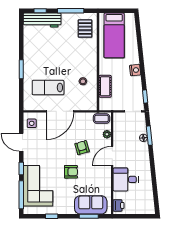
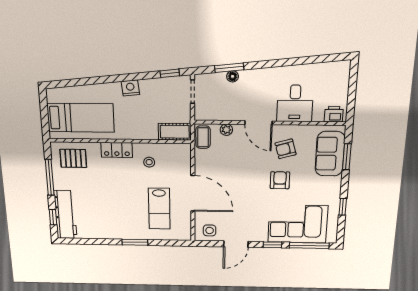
locker: (92, 59) -> (117, 150), added
cot: (105, 86) -> (175, 132), moved
armchair: (82, 148) -> (286, 149), moved

